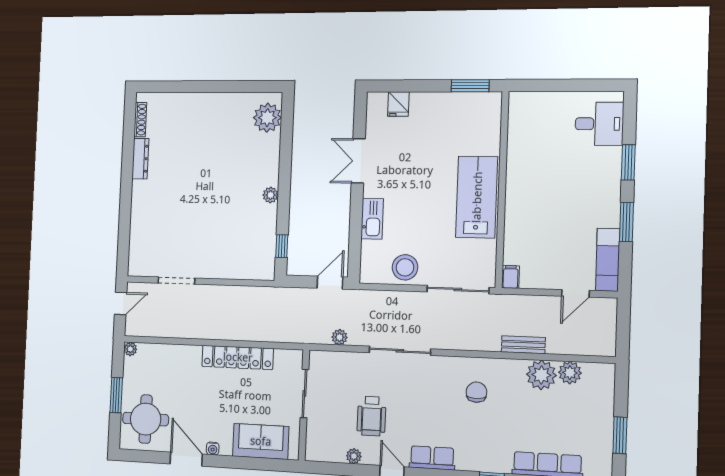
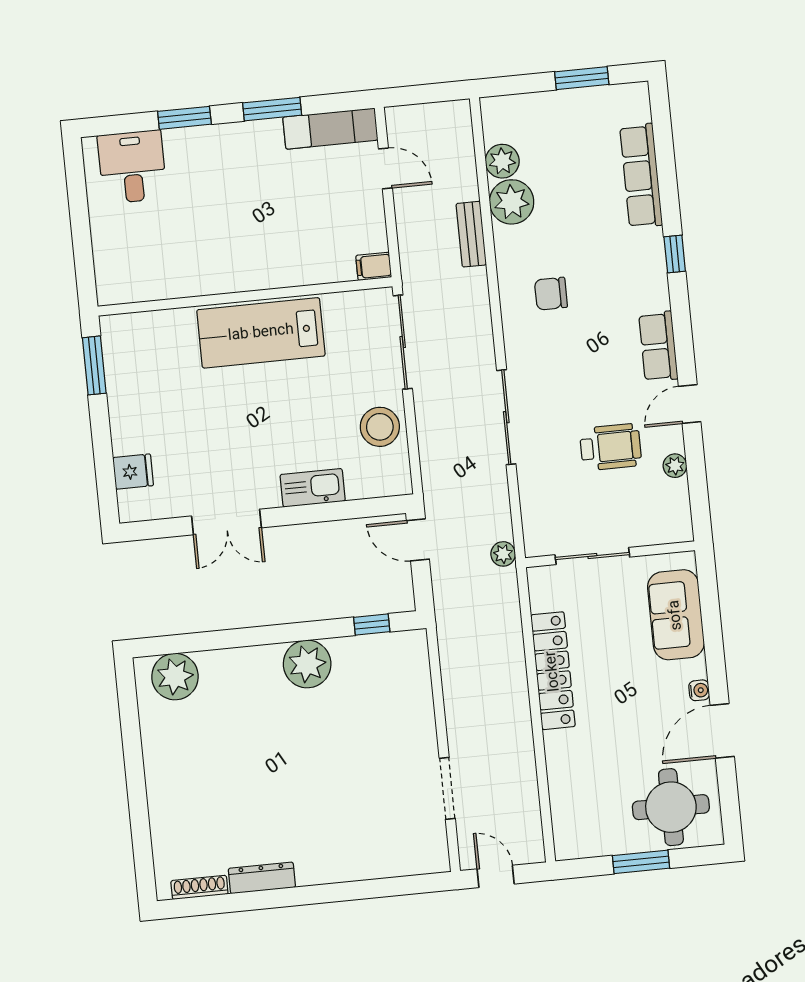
plant: (271, 195) -> (307, 664), width x1.87, depth x1.87
plant: (339, 337) -> (503, 554), moved
plant: (130, 349) -> (565, 849), removed

